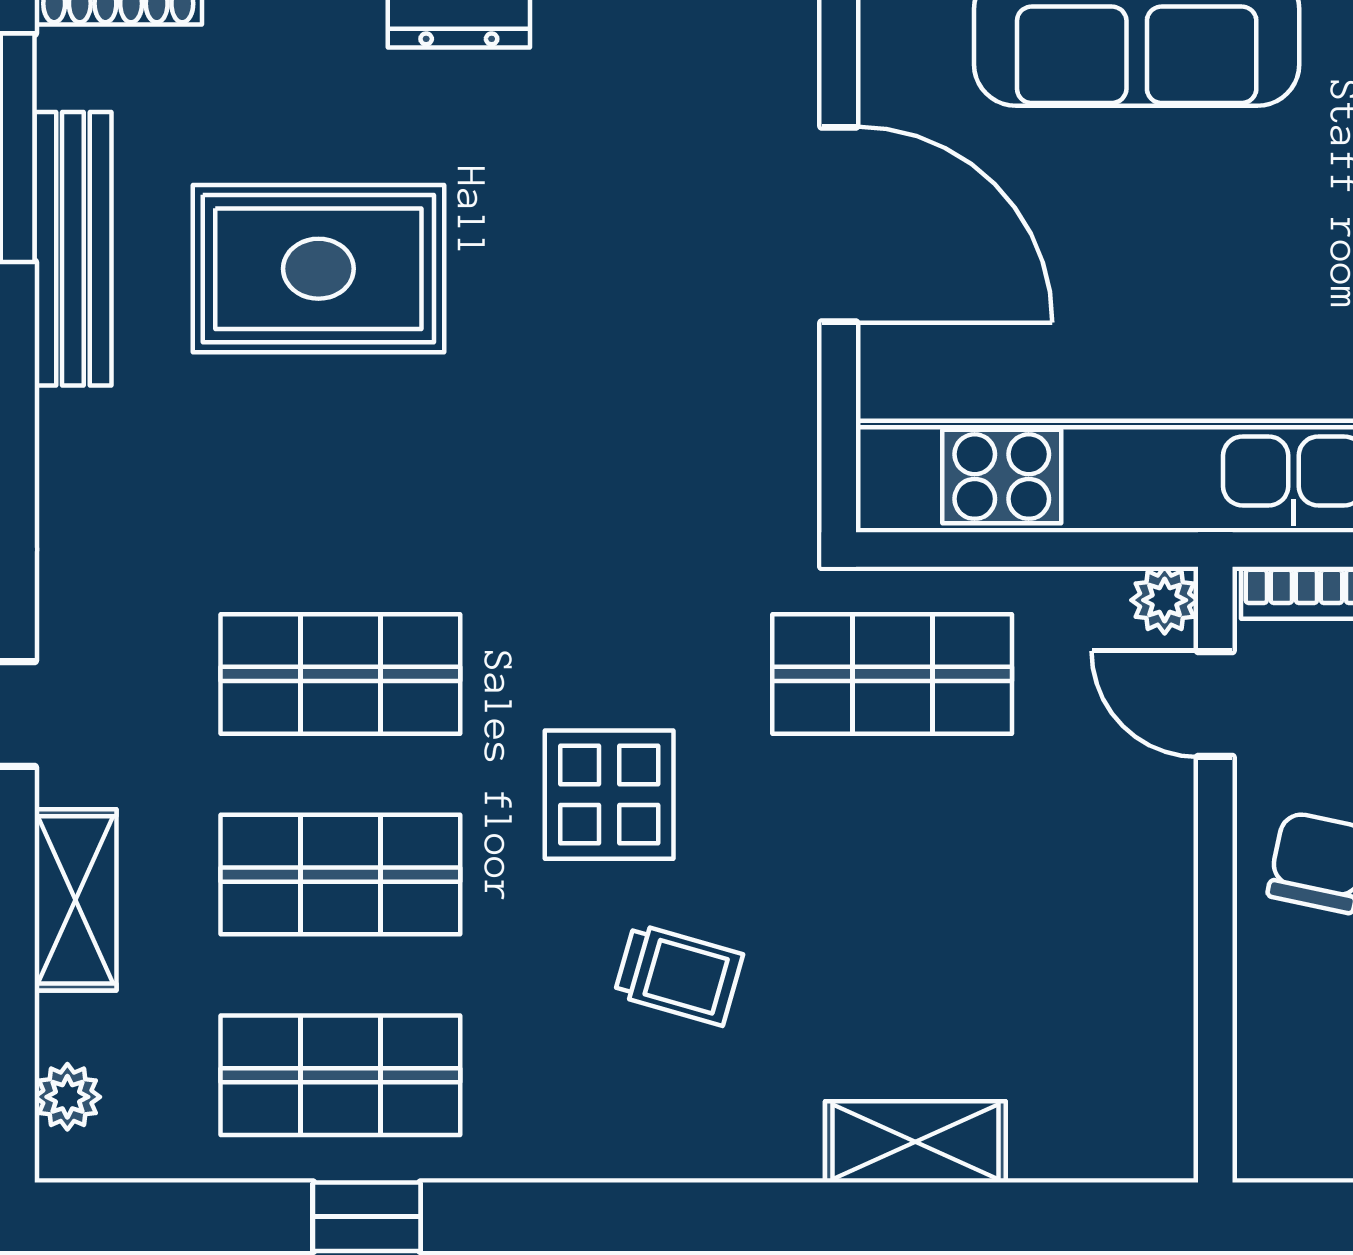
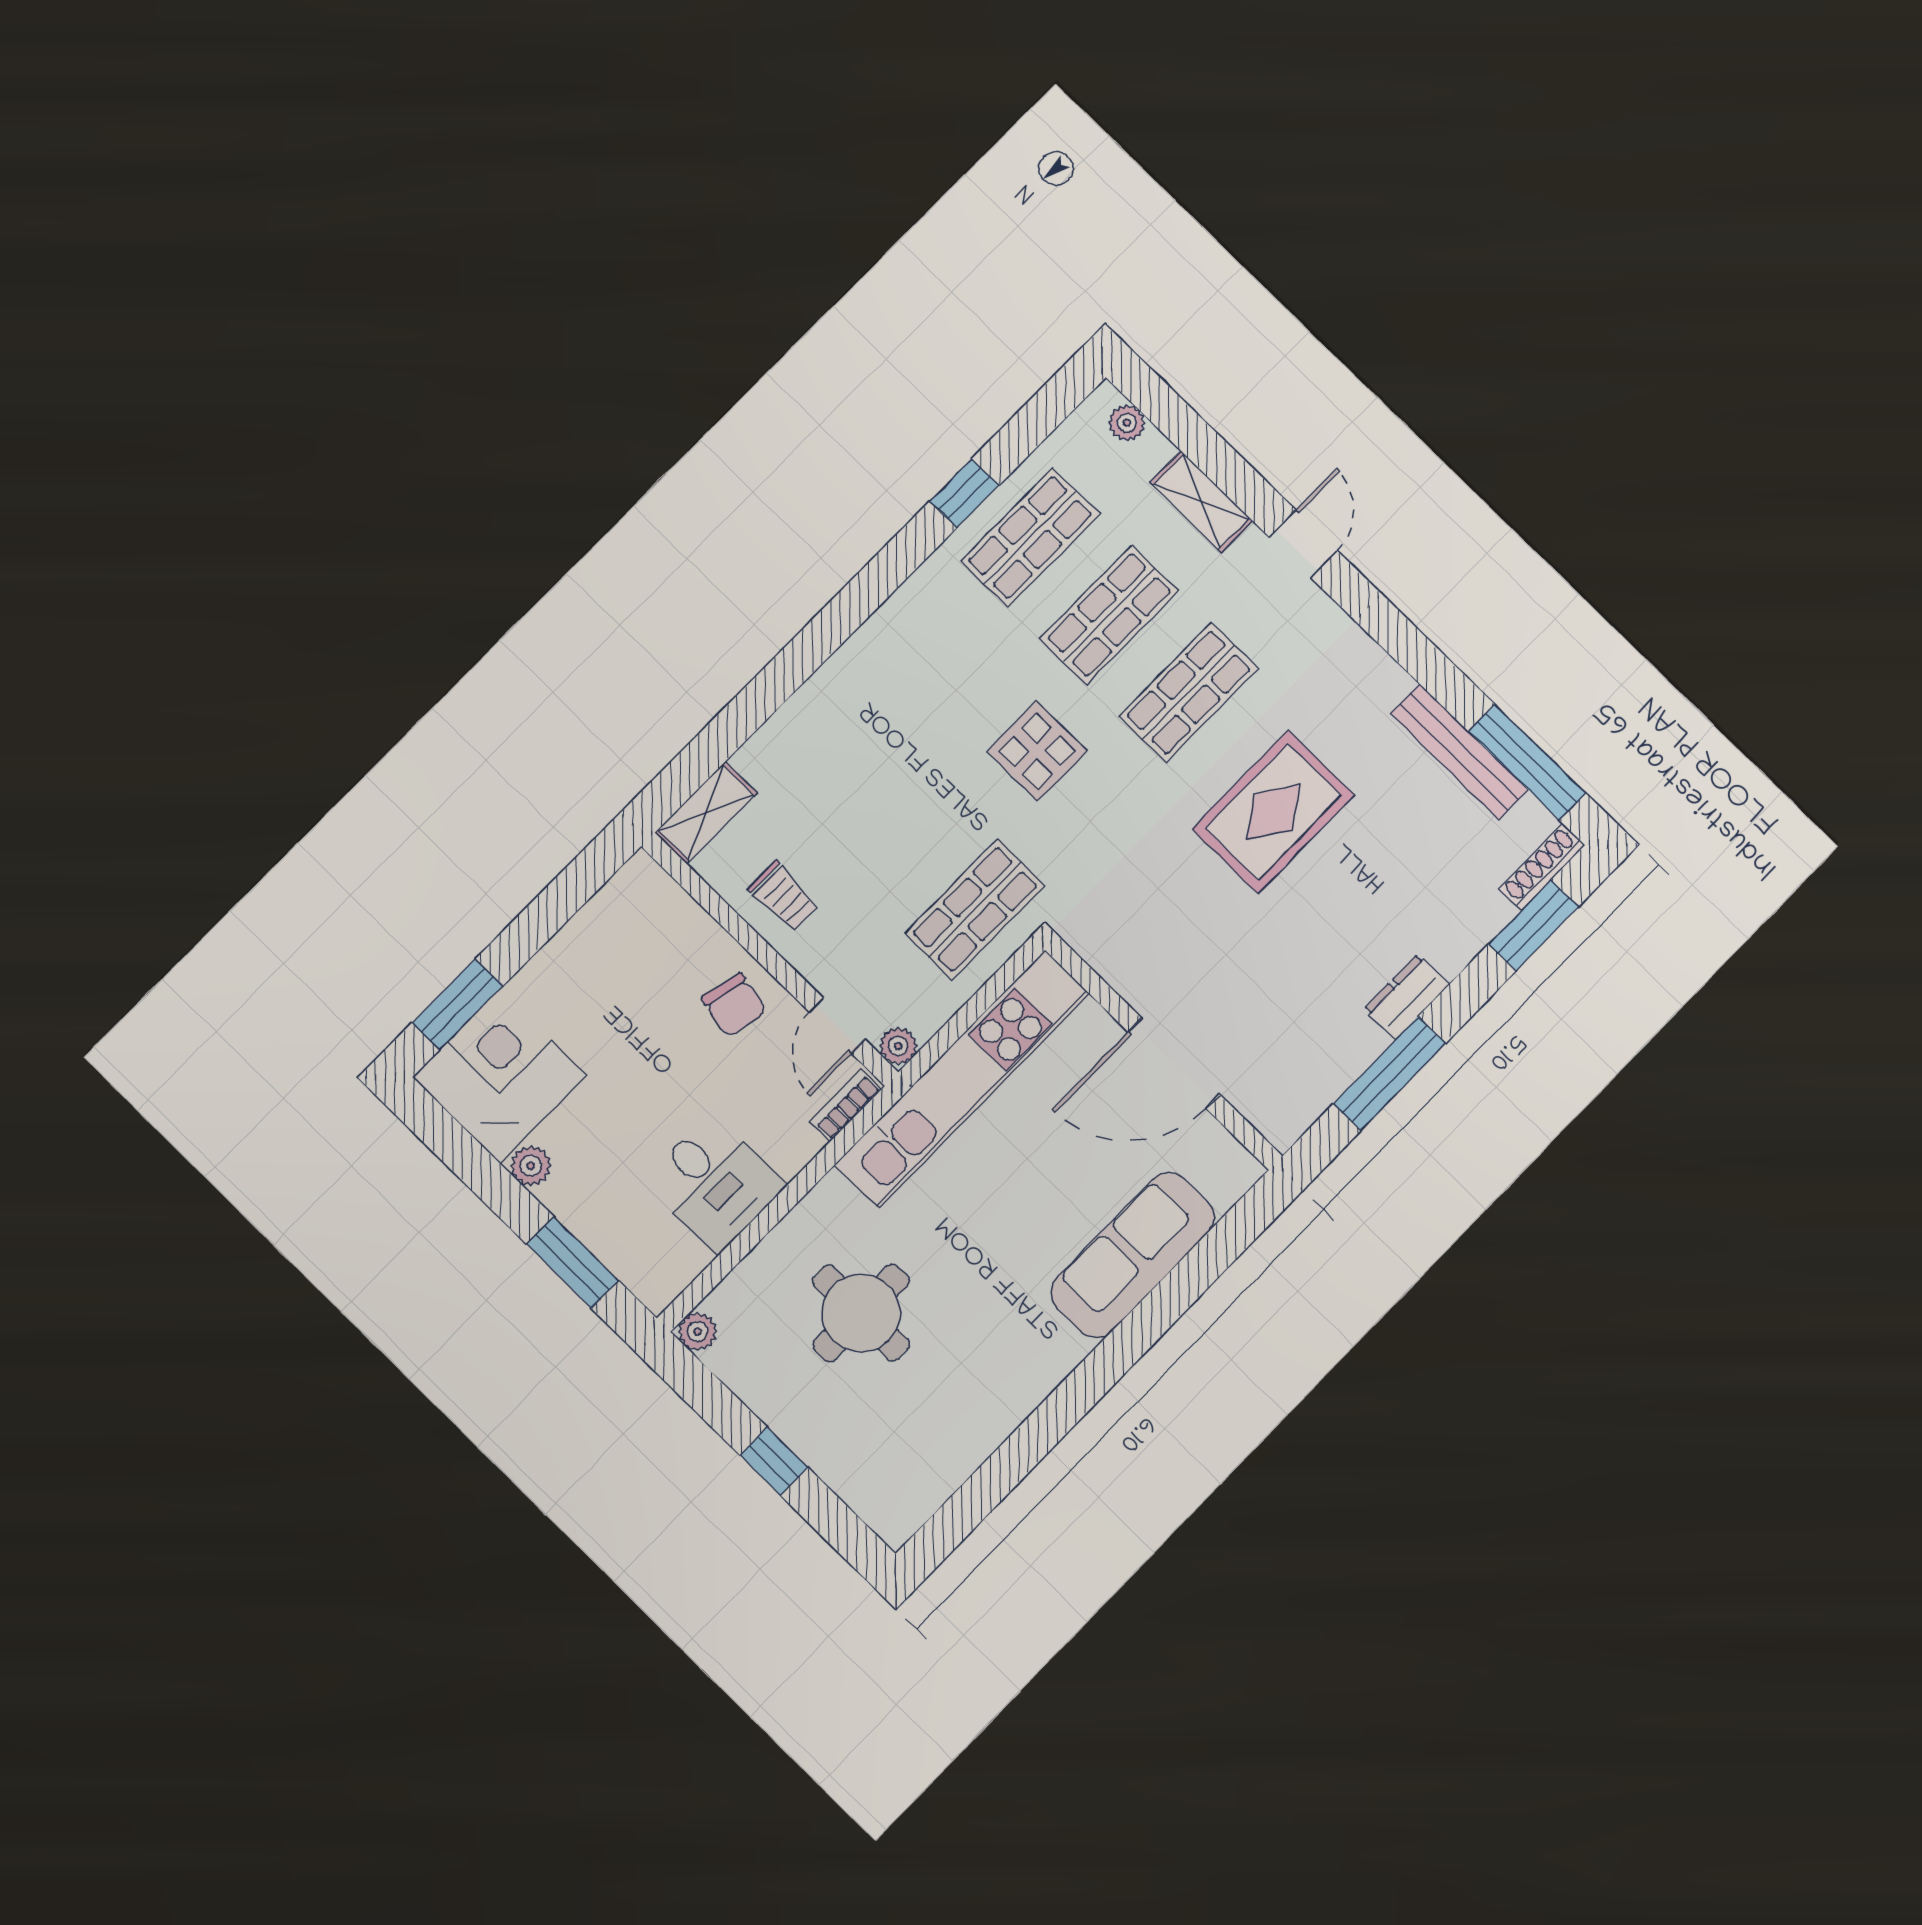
rug: (318, 269) -> (1273, 812), moved
door: (1215, 704) -> (837, 1026), swing flipped
trolley: (679, 975) -> (784, 897), moved, turned -106
shelving: (915, 1142) -> (706, 813), moved

